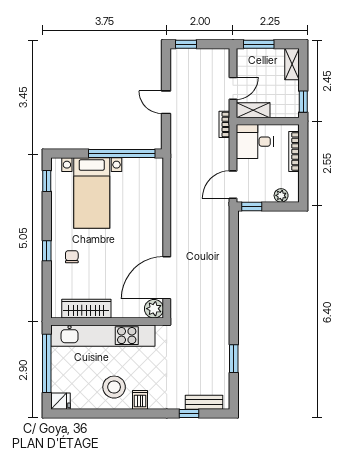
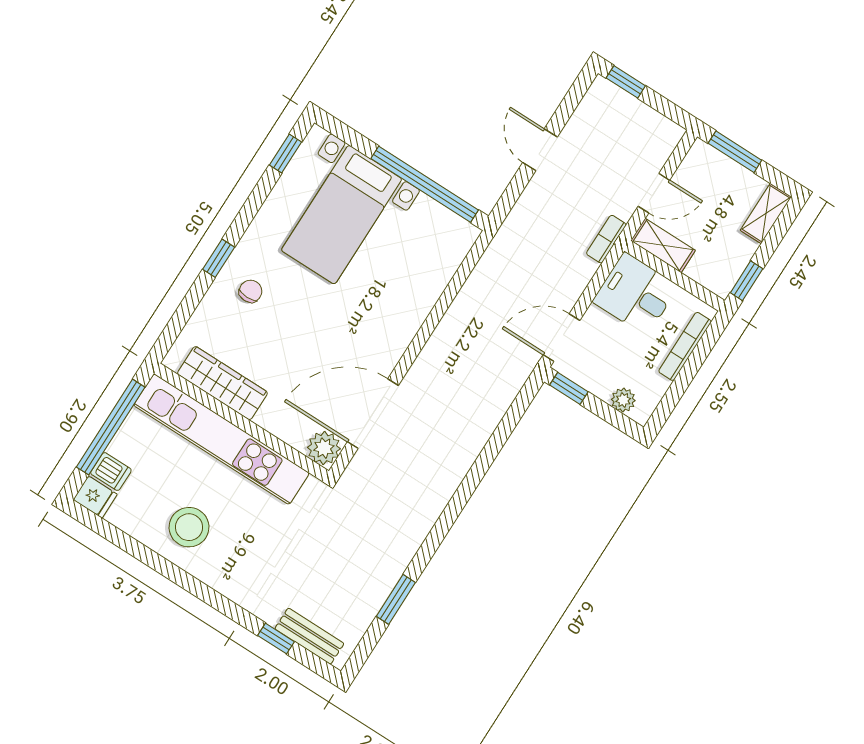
dishwasher: (140, 400) -> (111, 472), moved, turned 90

